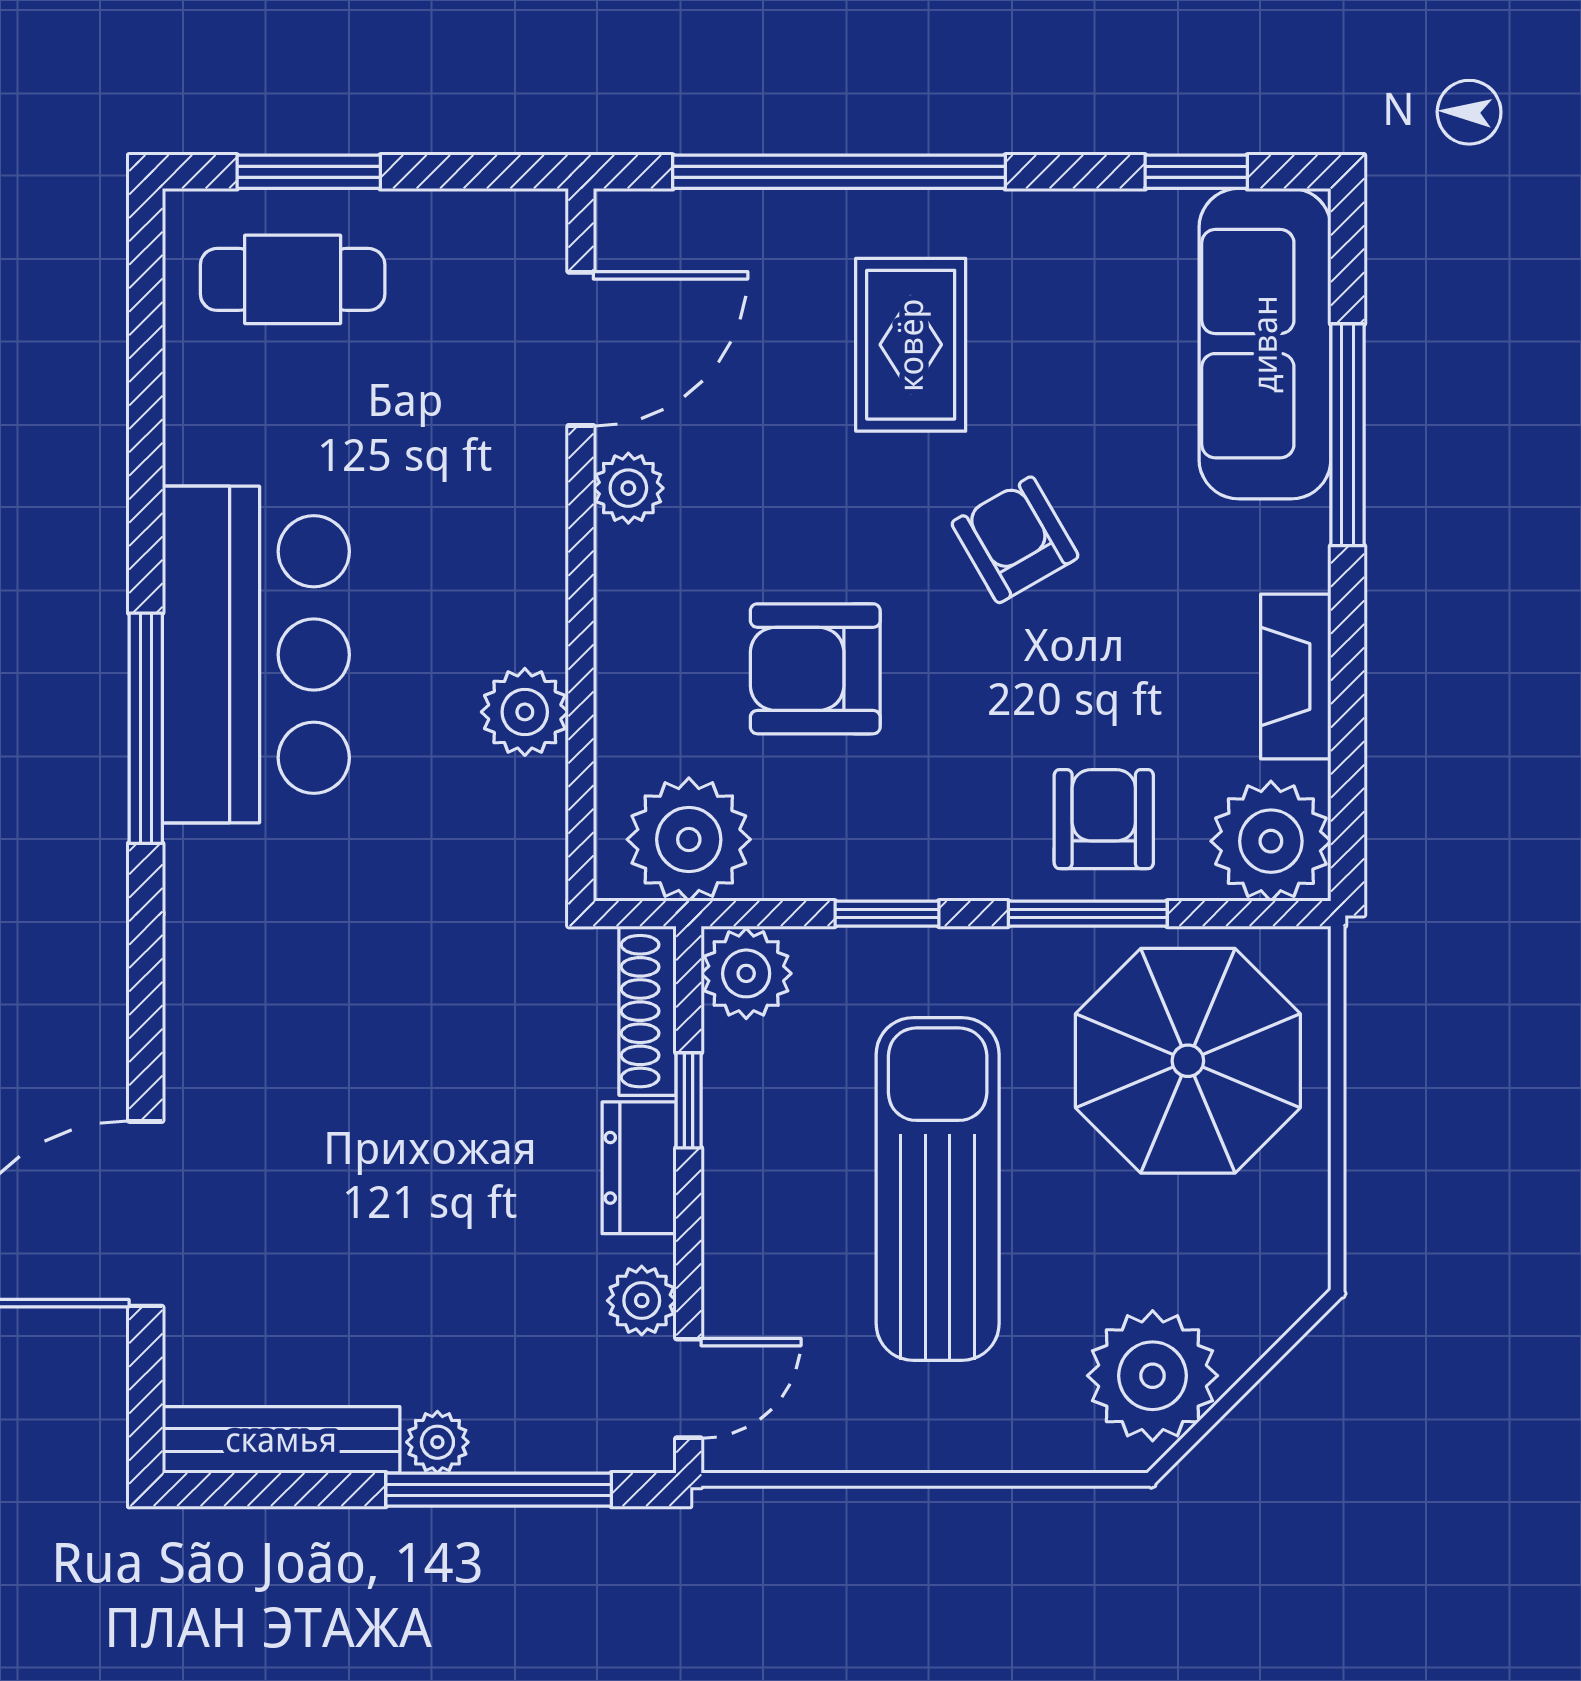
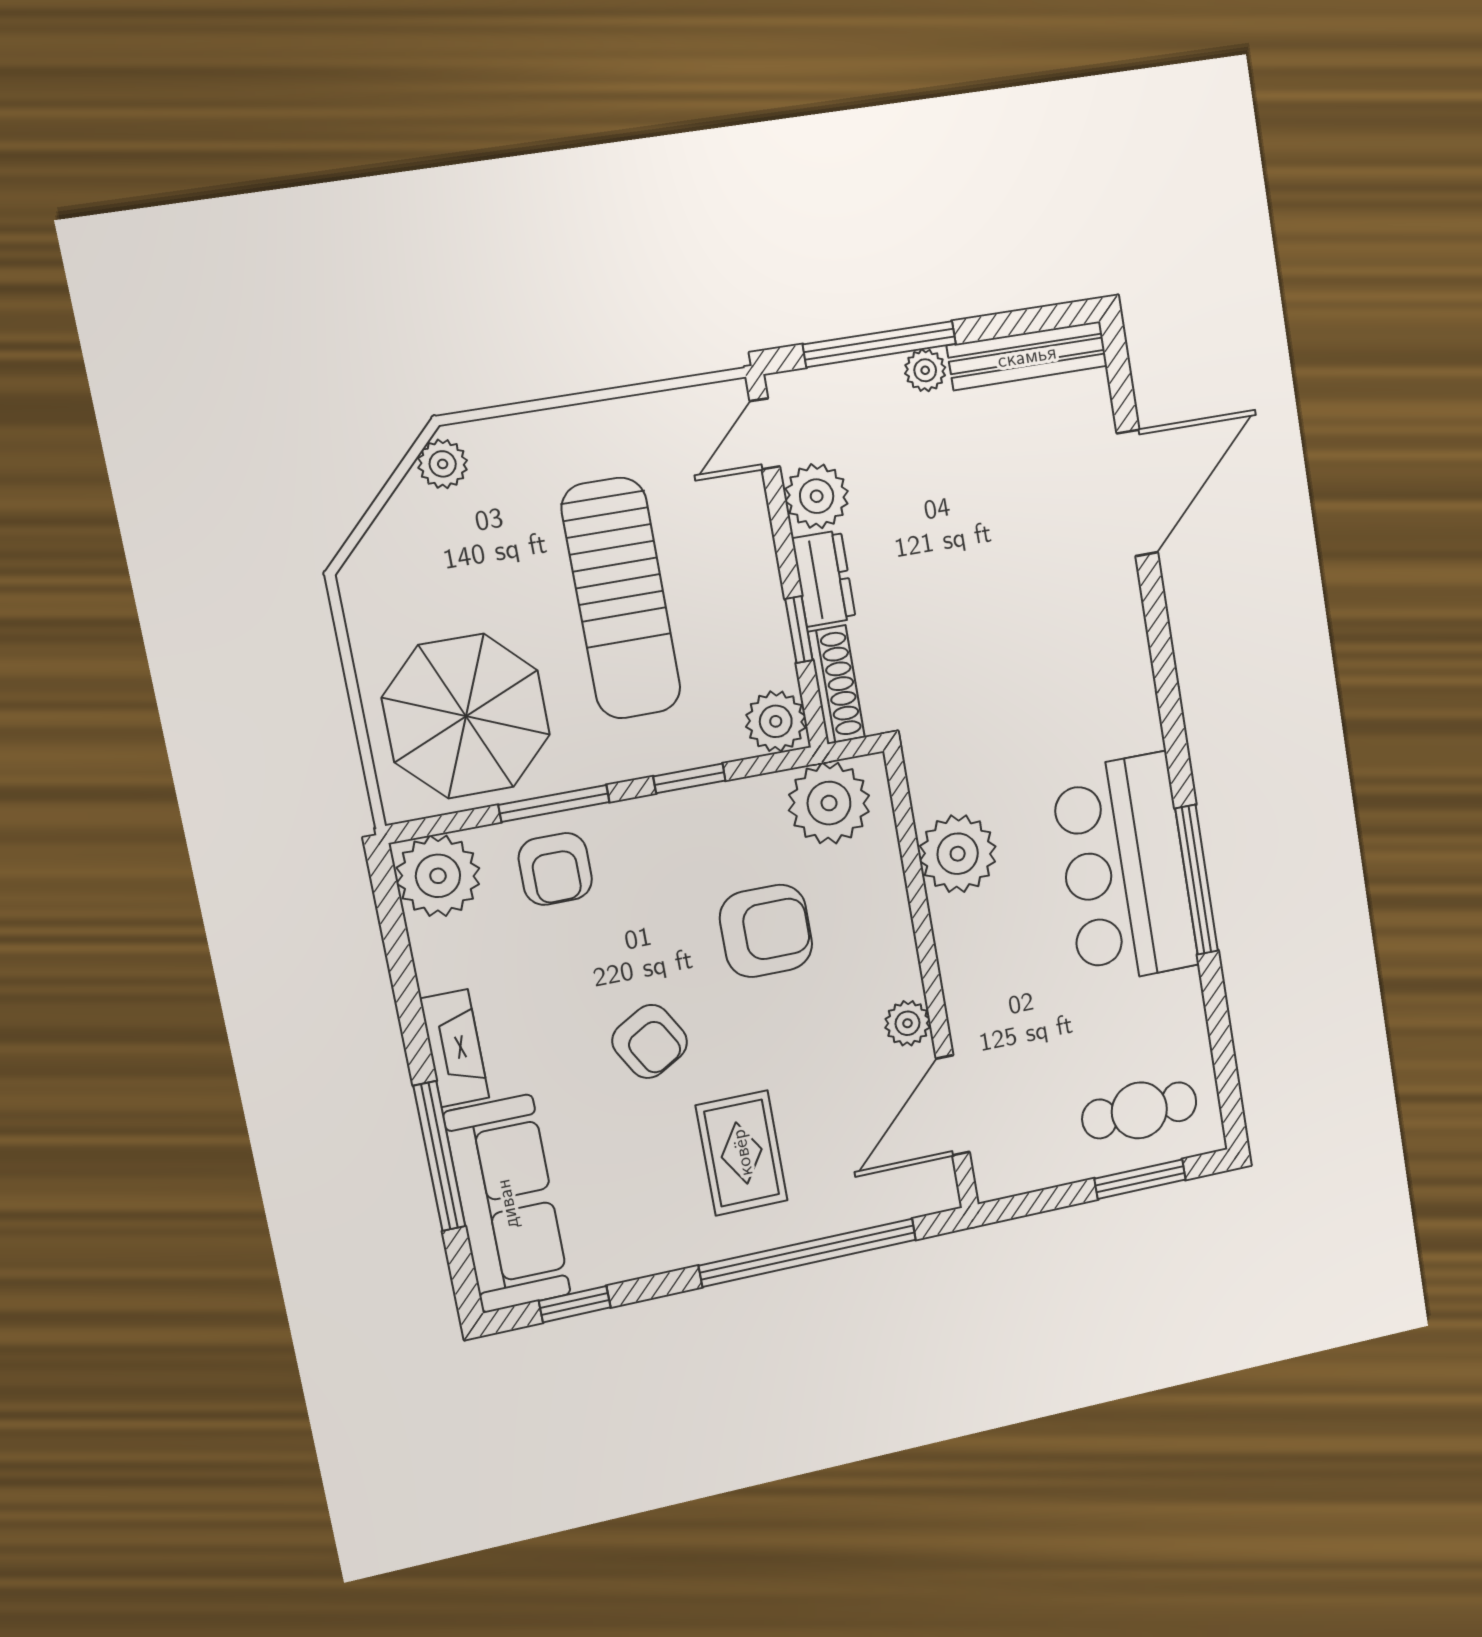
fireplace: (1296, 677) -> (454, 1048), moved
plant: (525, 712) -> (958, 854), width x1.36, depth x1.36
window: (146, 728) -> (1197, 880), moved
plant: (642, 1301) -> (817, 496), width x1.38, depth x1.38
plant: (1153, 1376) -> (443, 464), width x0.53, depth x0.53

